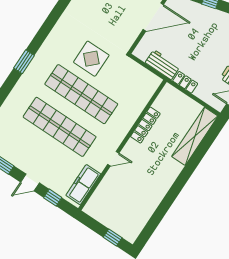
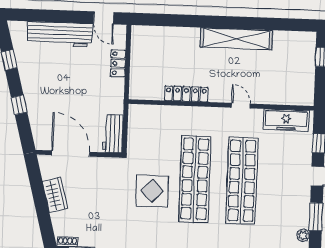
workbench: (163, 65) -> (113, 134), moved
locker: (185, 82) -> (118, 63), moved
shelving: (195, 136) -> (236, 39), moved

